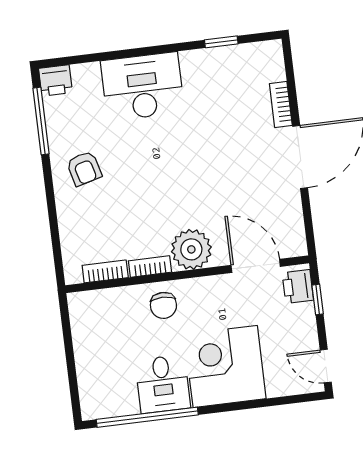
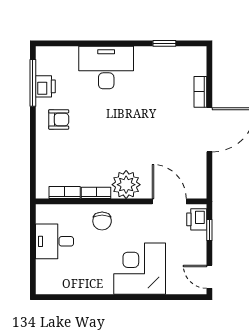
printer: (56, 80) -> (45, 86), moved, turned -90
armchair: (84, 169) -> (59, 119), turned -75
desk: (163, 384) -> (55, 241), moved, turned 90
window: (147, 417) -> (81, 297), removed

